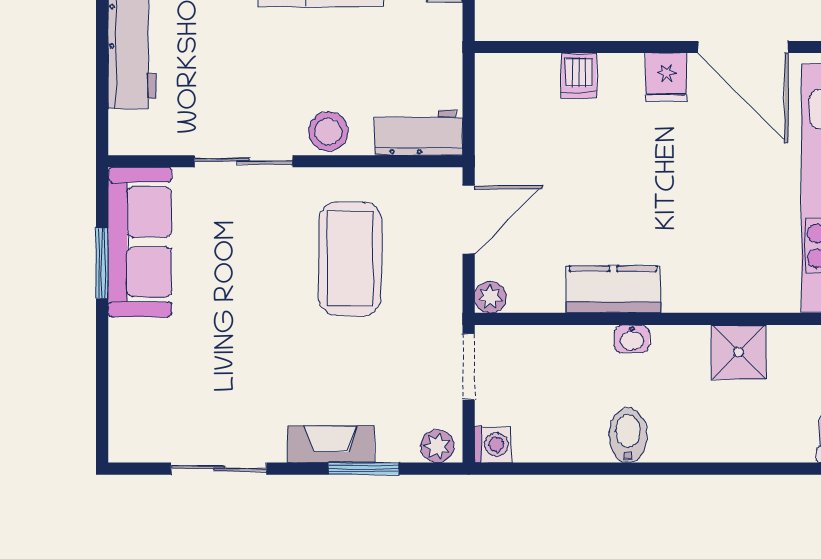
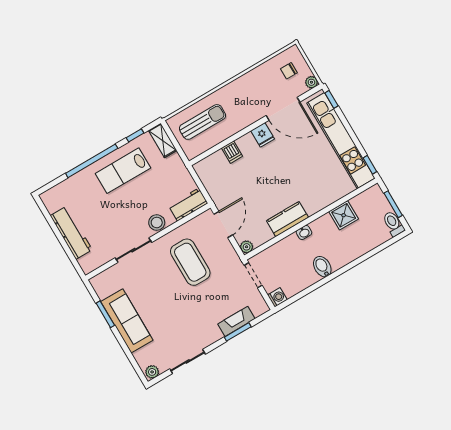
sofa: (140, 242) -> (127, 321), moved
fireplace: (331, 444) -> (236, 321), moved
plant: (437, 446) -> (152, 372), moved

